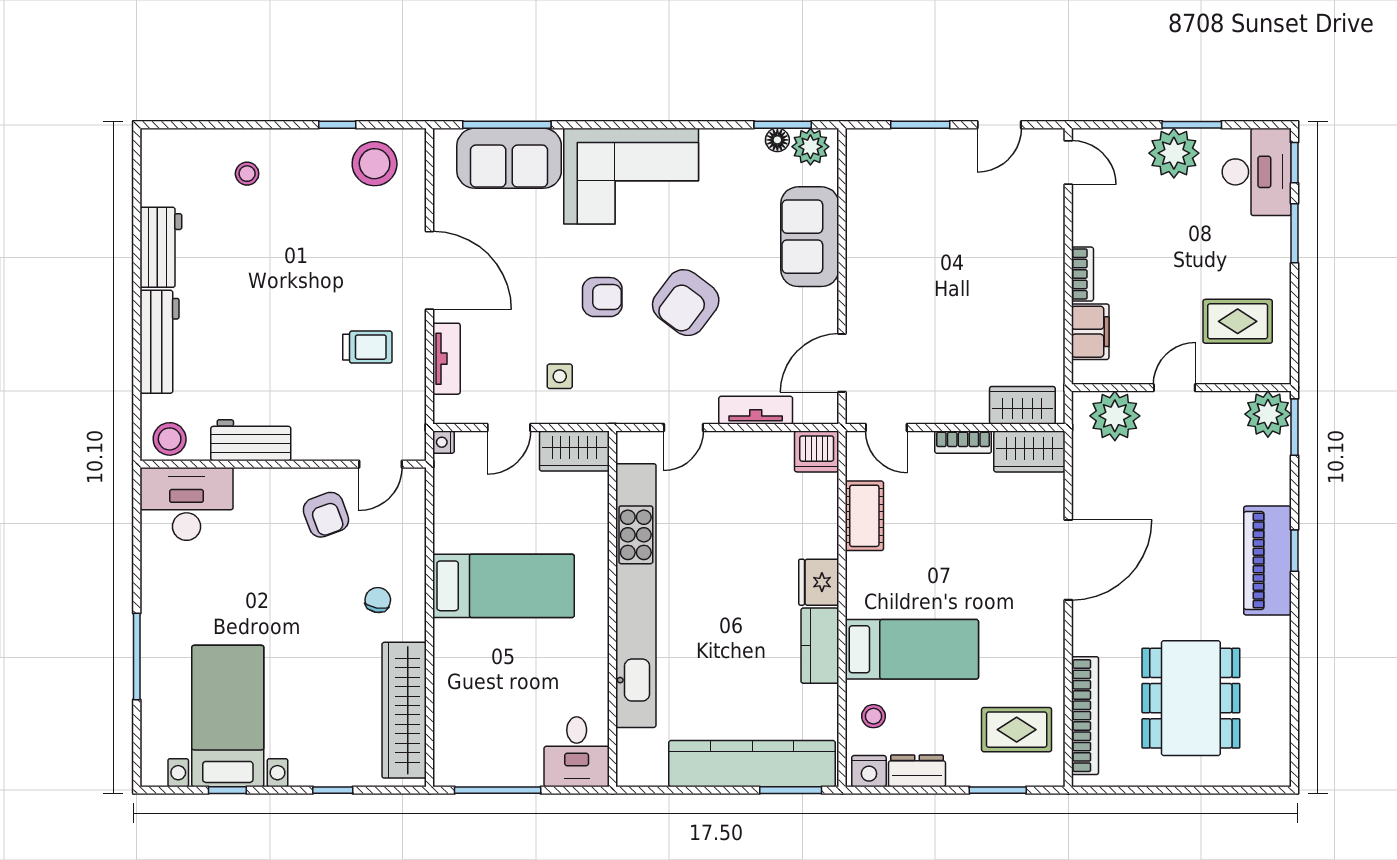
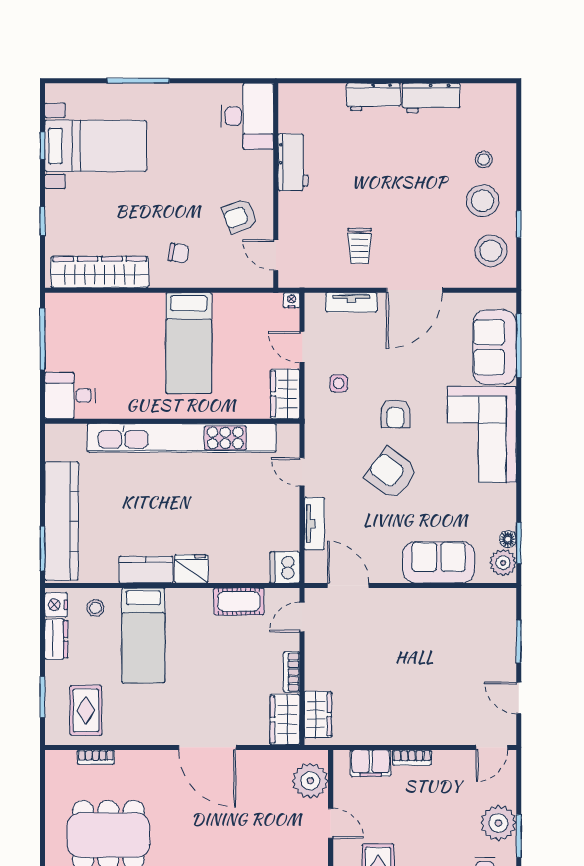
workbench: (159, 342) -> (374, 97), width x0.73
stool: (170, 439) -> (482, 201), moved, width x1.38, depth x1.38
bookcase: (1085, 716) -> (96, 757), width x0.43, depth x0.76

